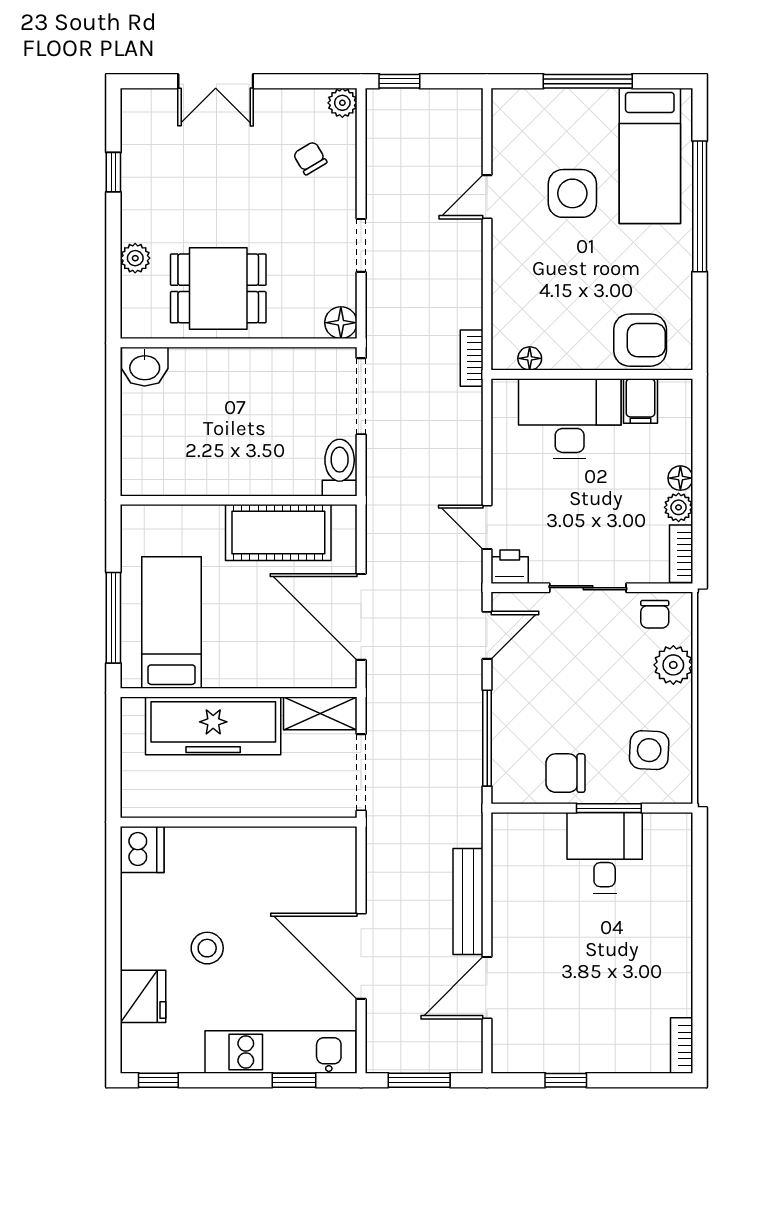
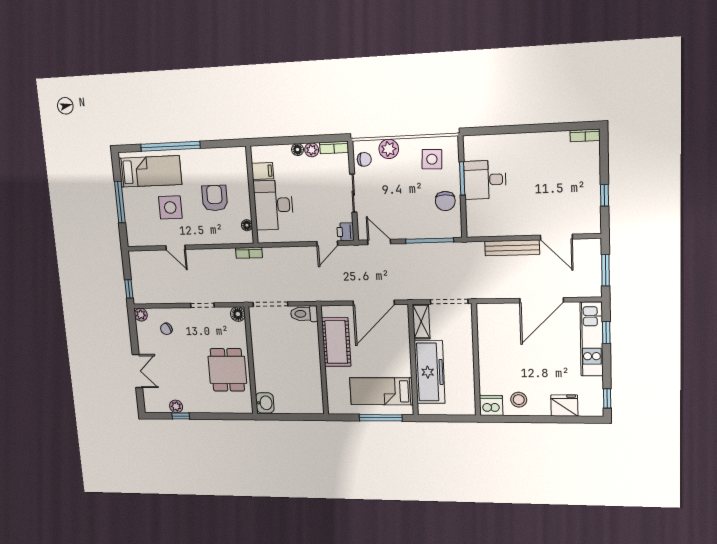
plant: (135, 258) -> (176, 406), moved
armchair: (640, 340) -> (215, 198), moved
stool: (207, 948) -> (519, 400), moved

